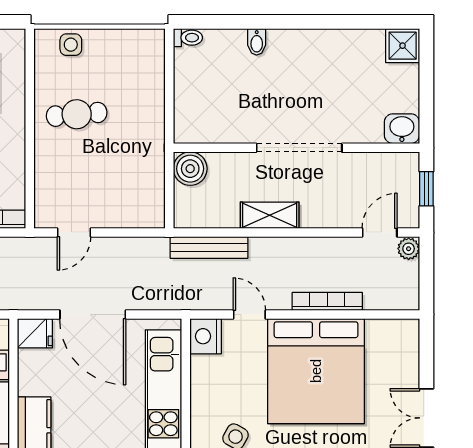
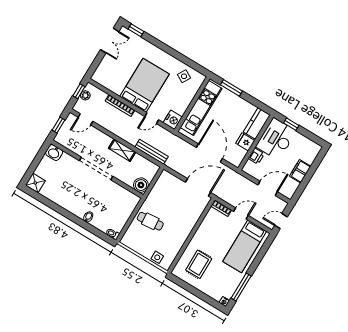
cafe table: (77, 114) -> (150, 221), moved
door: (74, 232) -> (198, 187), width x1.88
plant: (409, 249) -> (85, 95), moved
window: (426, 280) -> (79, 91), added
door: (249, 315) -> (152, 118), hinge flipped
fridge: (35, 333) -> (245, 142), moved
bed: (316, 371) -> (145, 85), width x0.73

